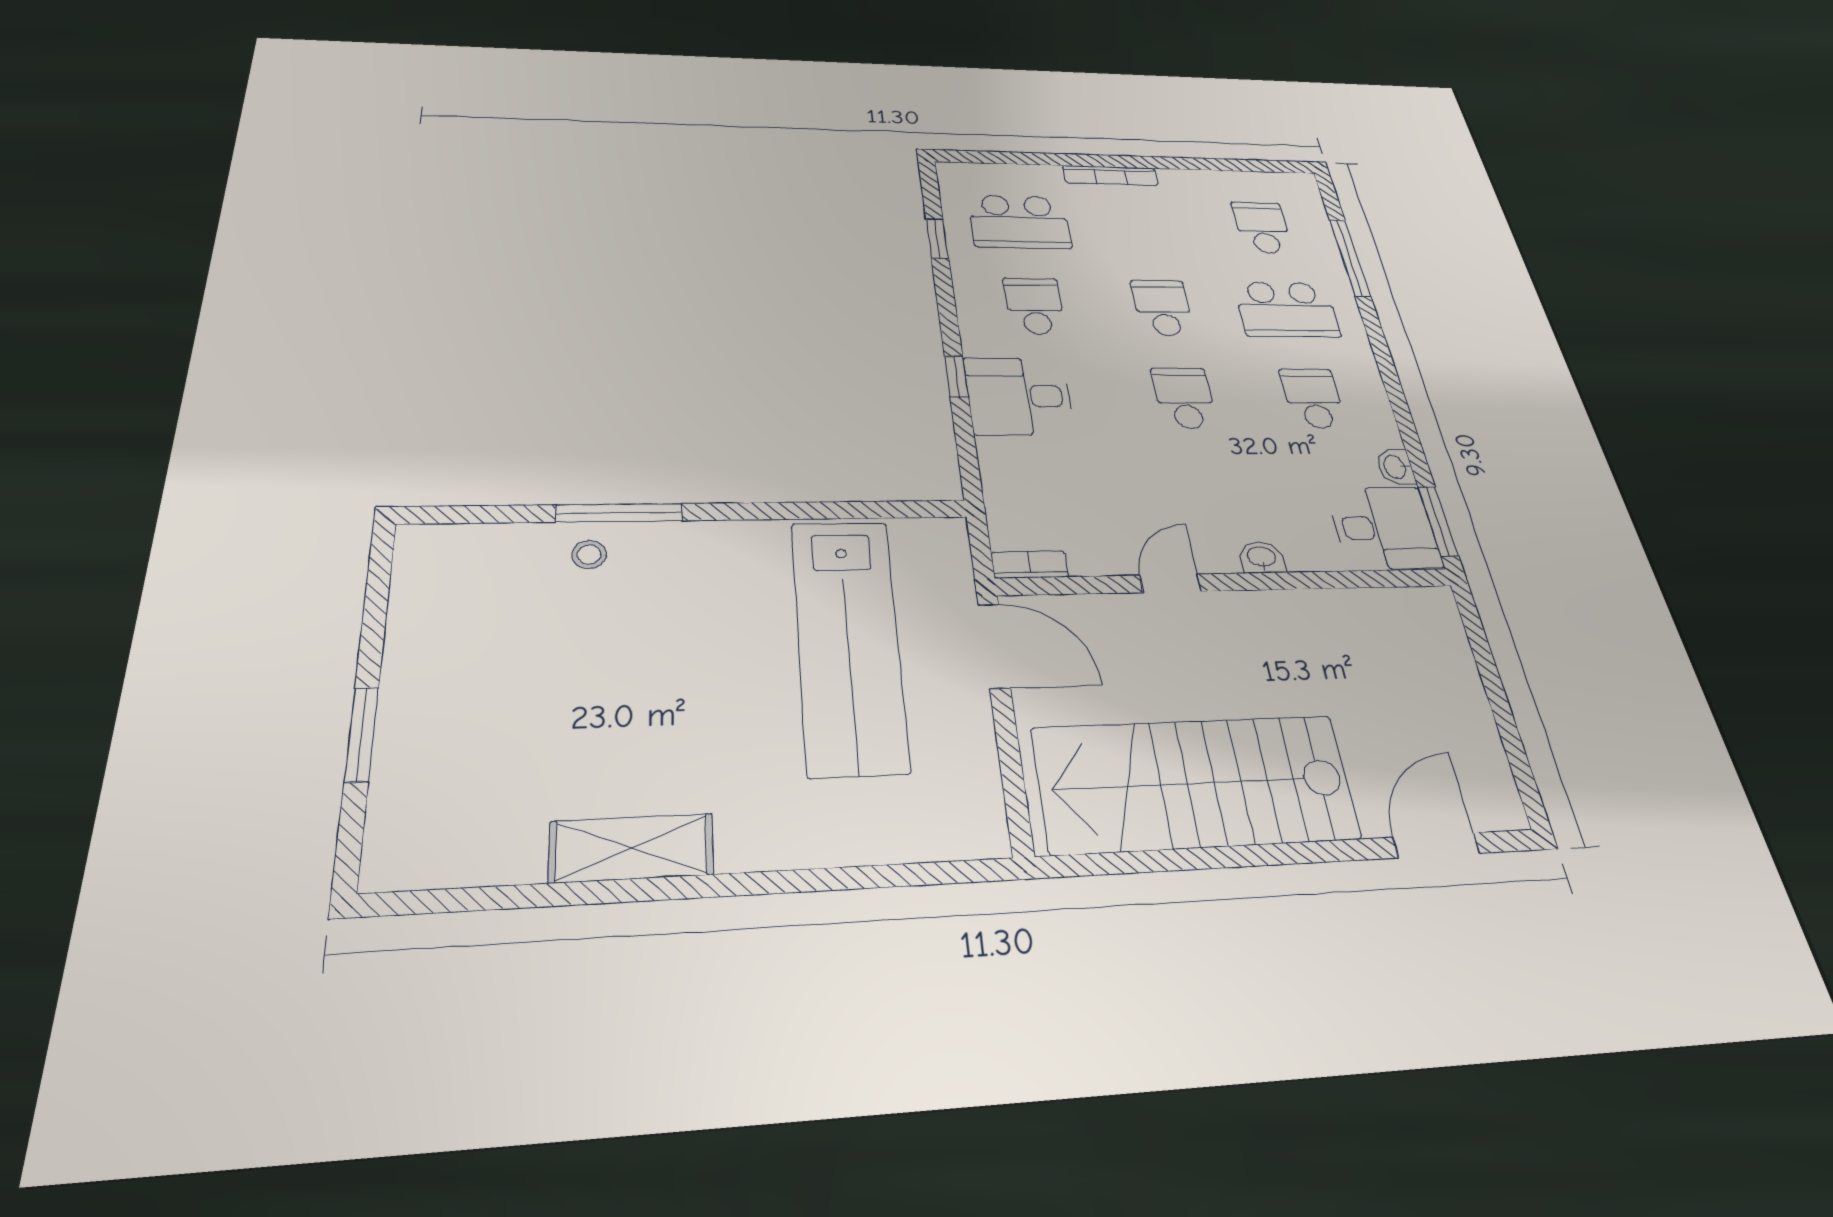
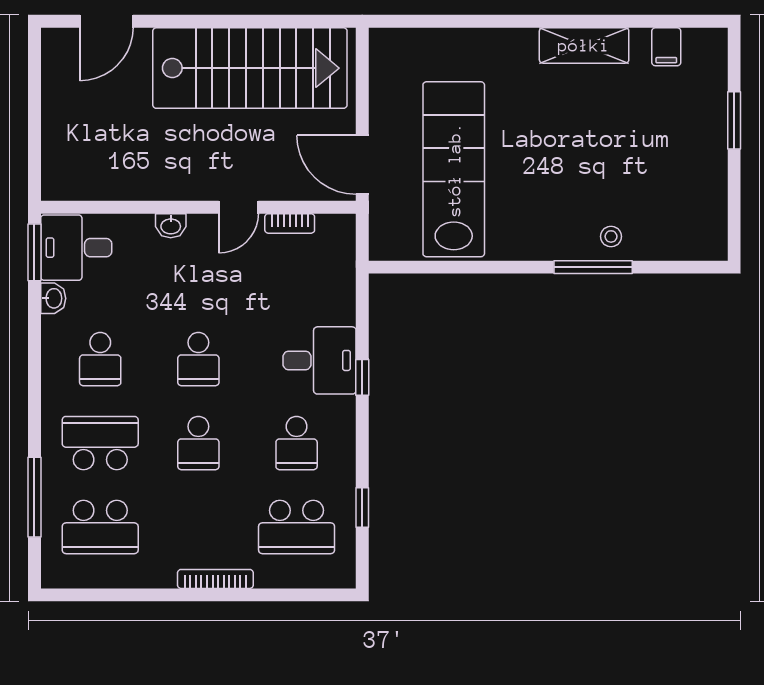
school desk: (1019, 222) -> (297, 527), turned 180
school desk: (1262, 227) -> (100, 527), width x1.85
bookcase: (1030, 565) -> (290, 223), moved
filing cabinet: (478, 853) -> (666, 47), added

